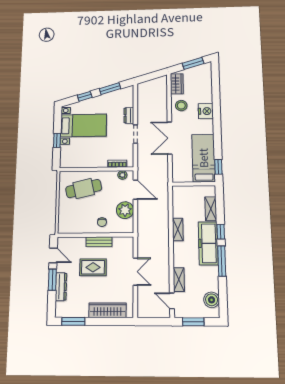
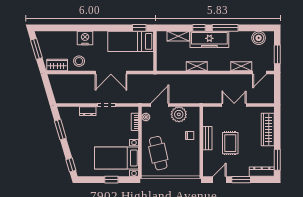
window: (85, 96) -> (71, 165), moved
bed with nightstands: (83, 125) -> (117, 158), moved, turned -90
dresser: (61, 287) -> (262, 172), moved

